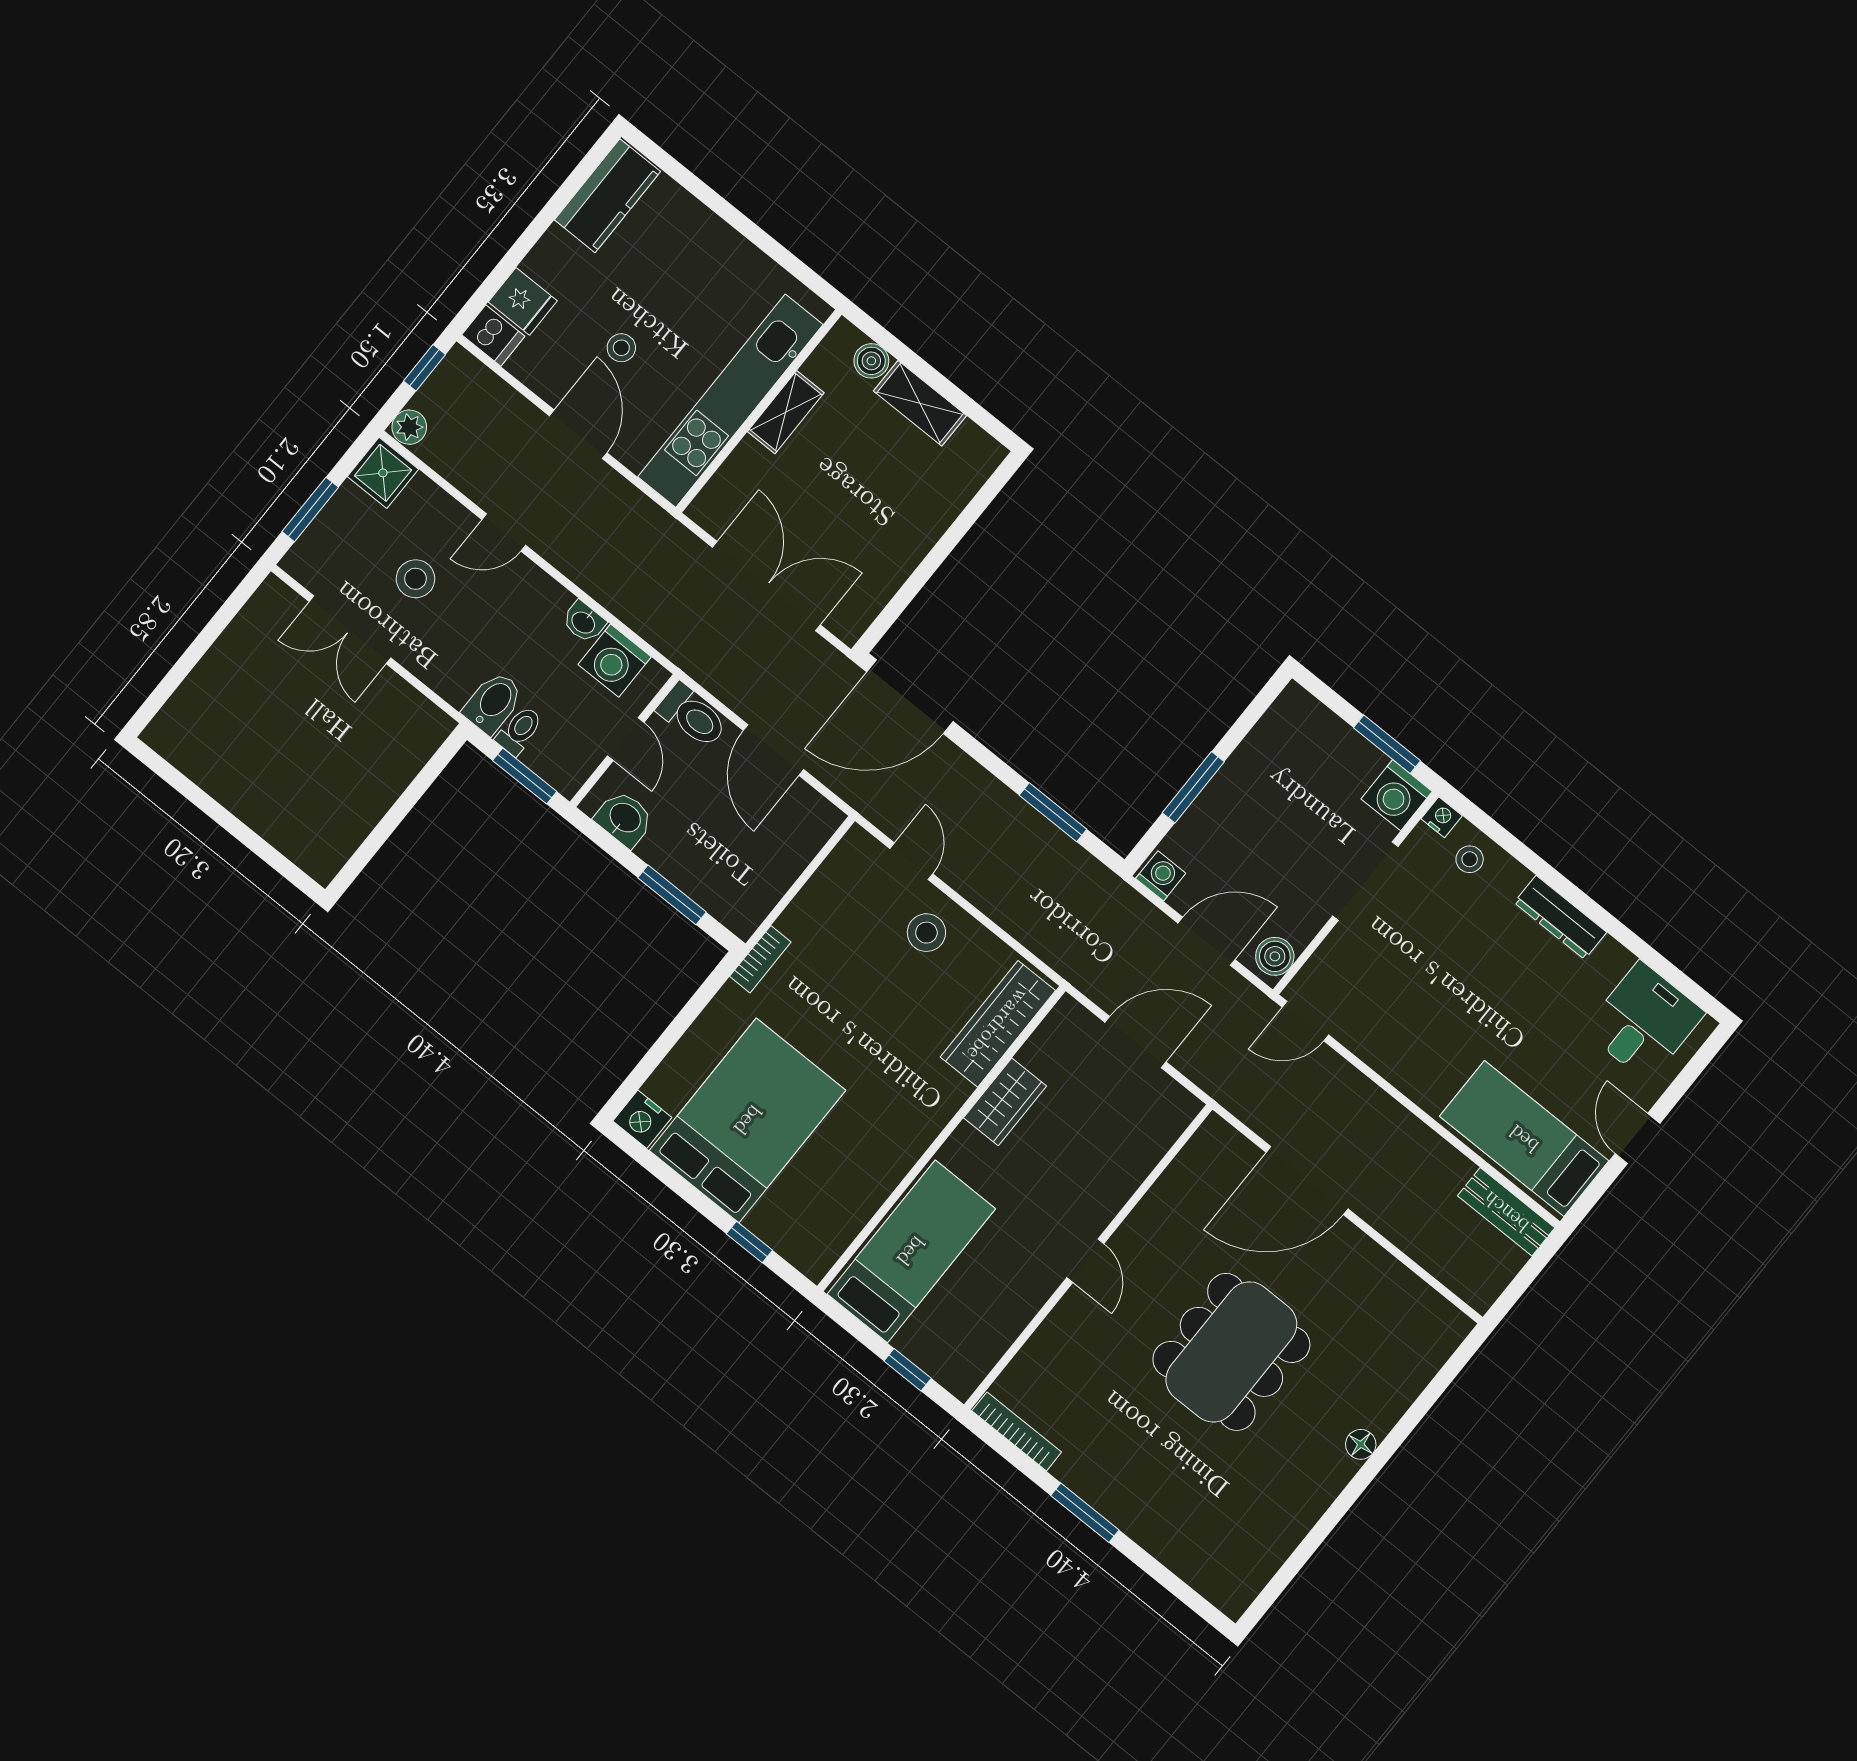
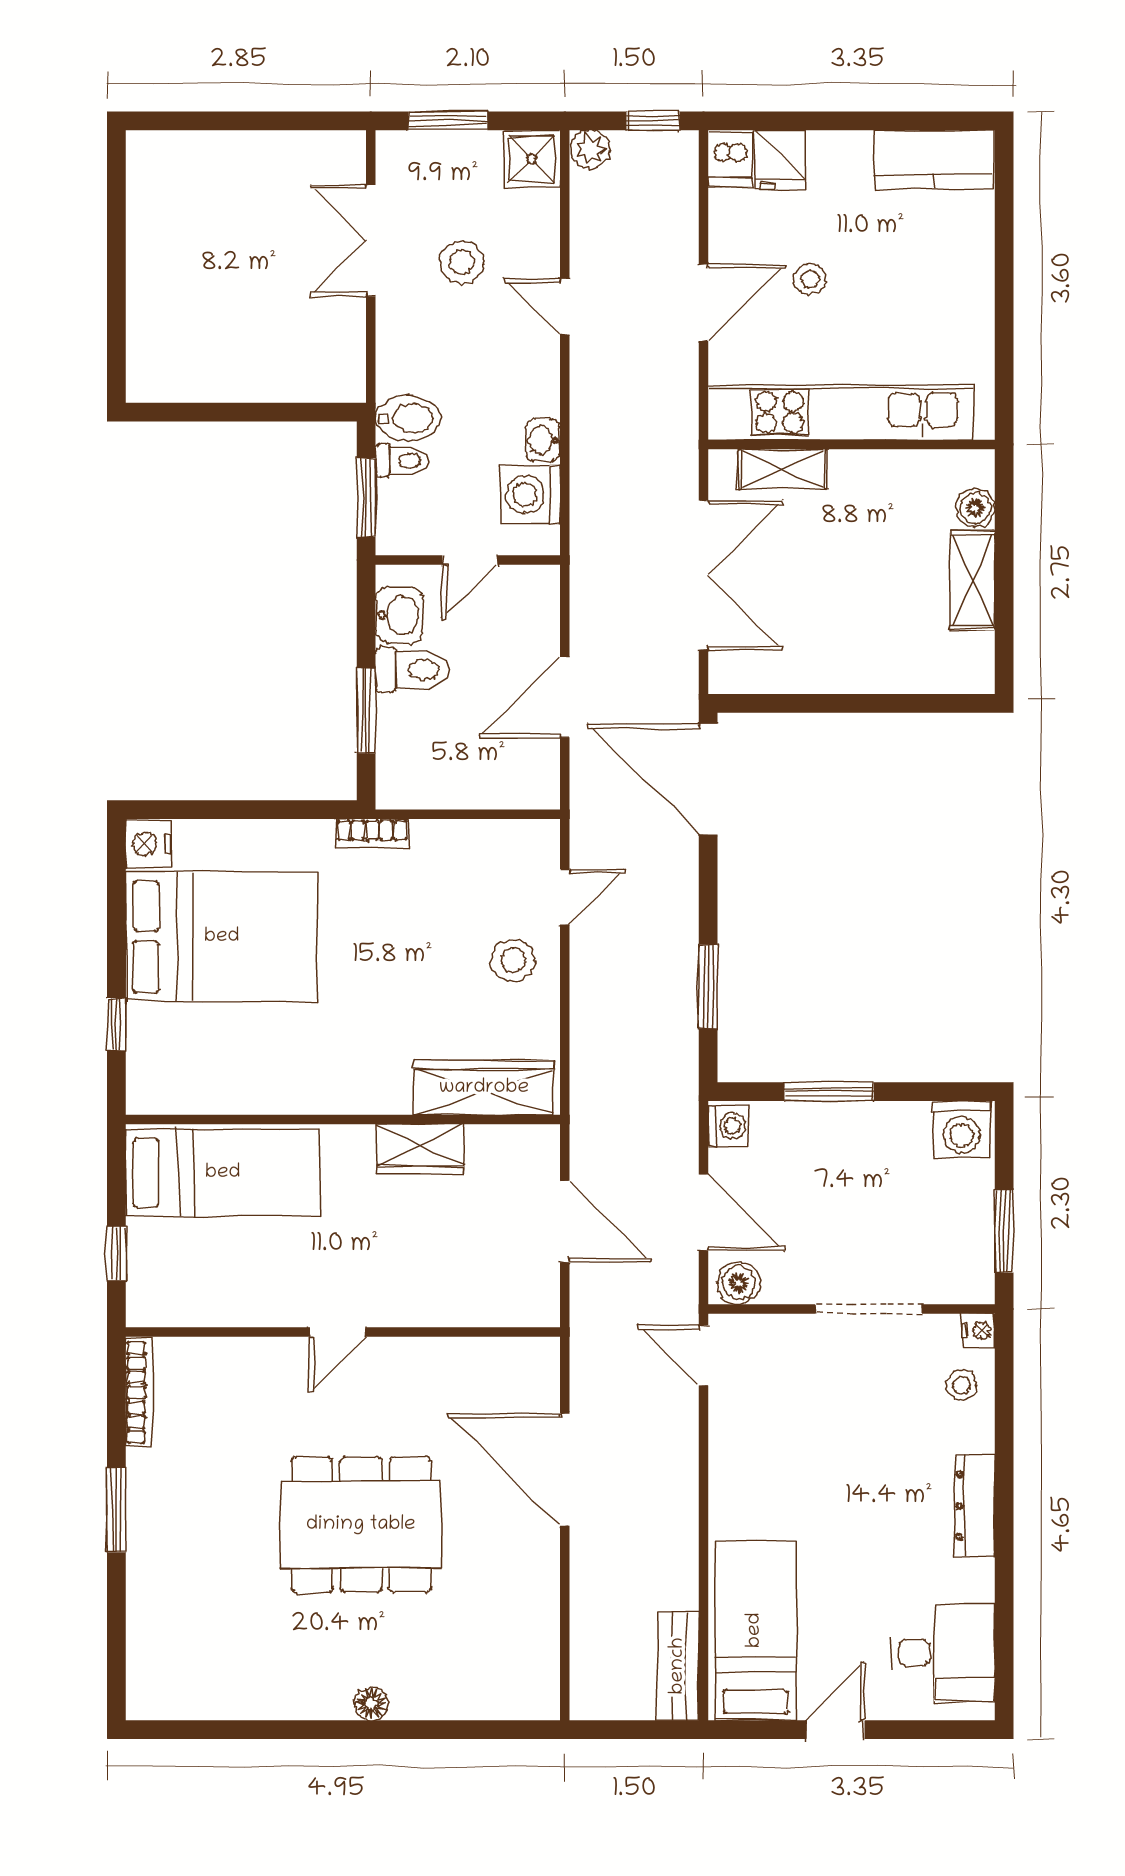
shelving: (786, 412) -> (783, 469), moved
toilet: (692, 716) -> (413, 670), moved, turned -90
washing machine: (1397, 795) -> (962, 1130), moved, turned -90

